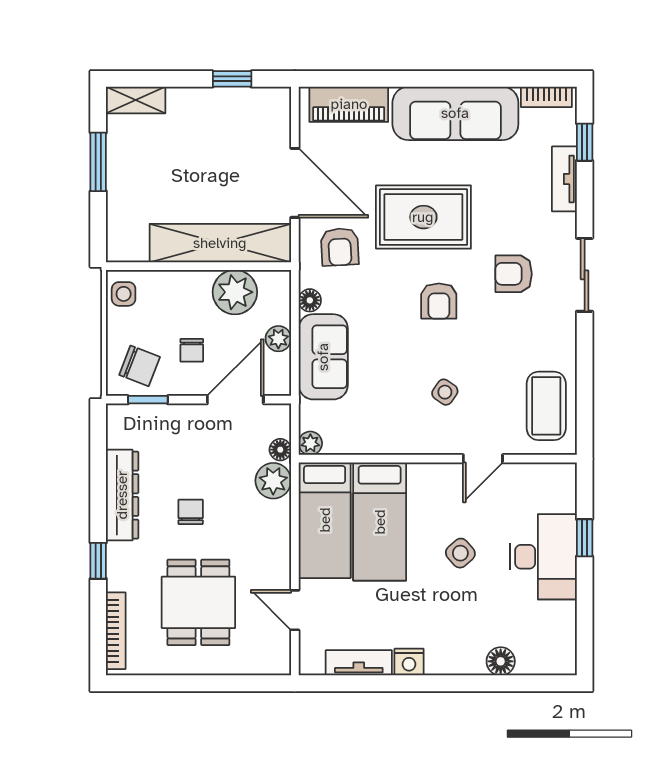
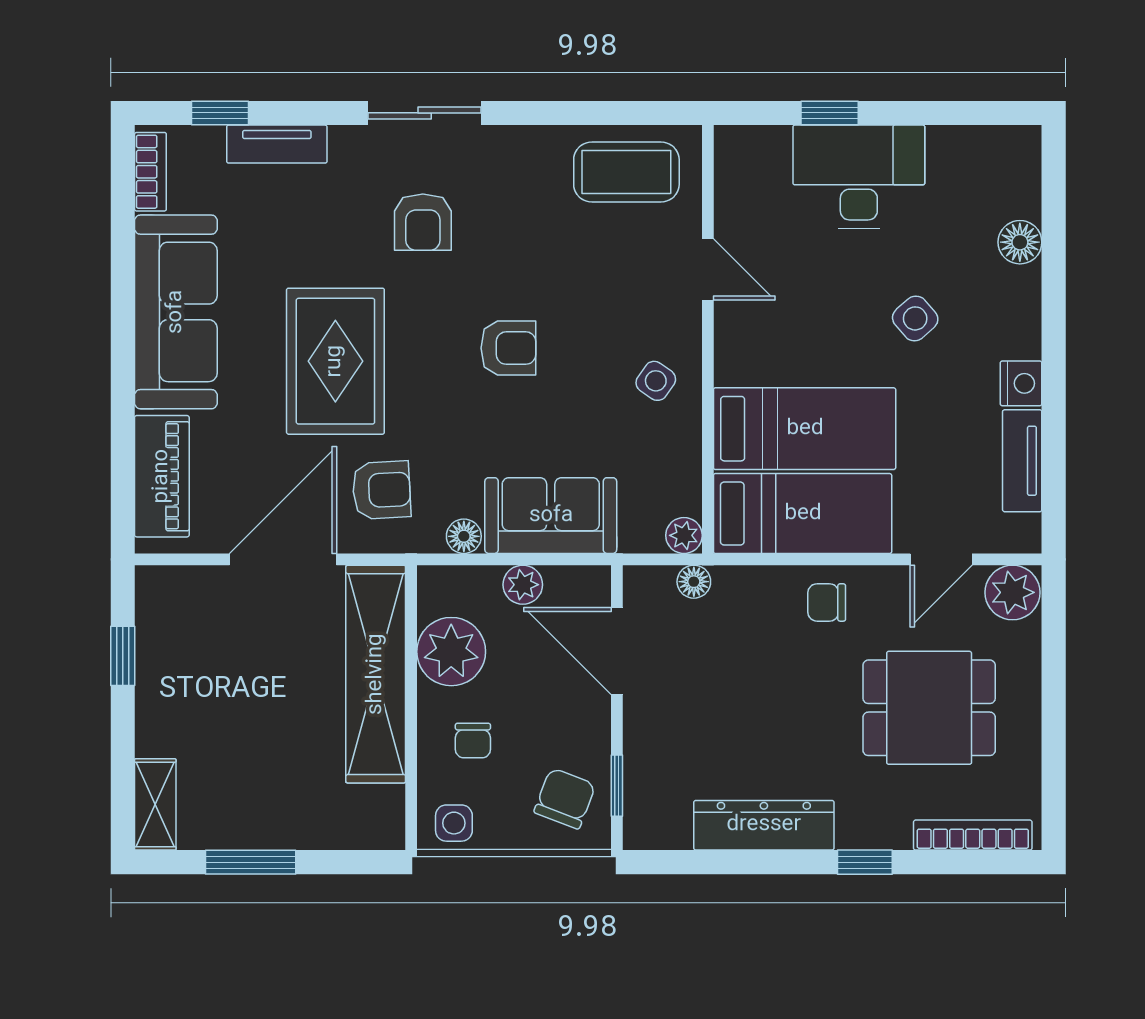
armchair: (439, 301) -> (508, 348), moved
chair: (192, 350) -> (473, 741), moved, turned 90
side table: (445, 392) -> (656, 381), moved
plant: (273, 481) -> (1012, 592), moved
chair: (191, 512) -> (827, 602), moved
side table: (460, 553) -> (915, 318), moved

